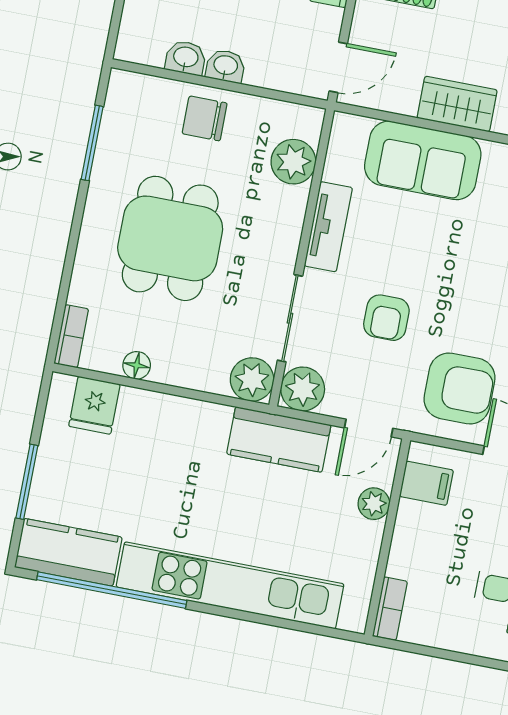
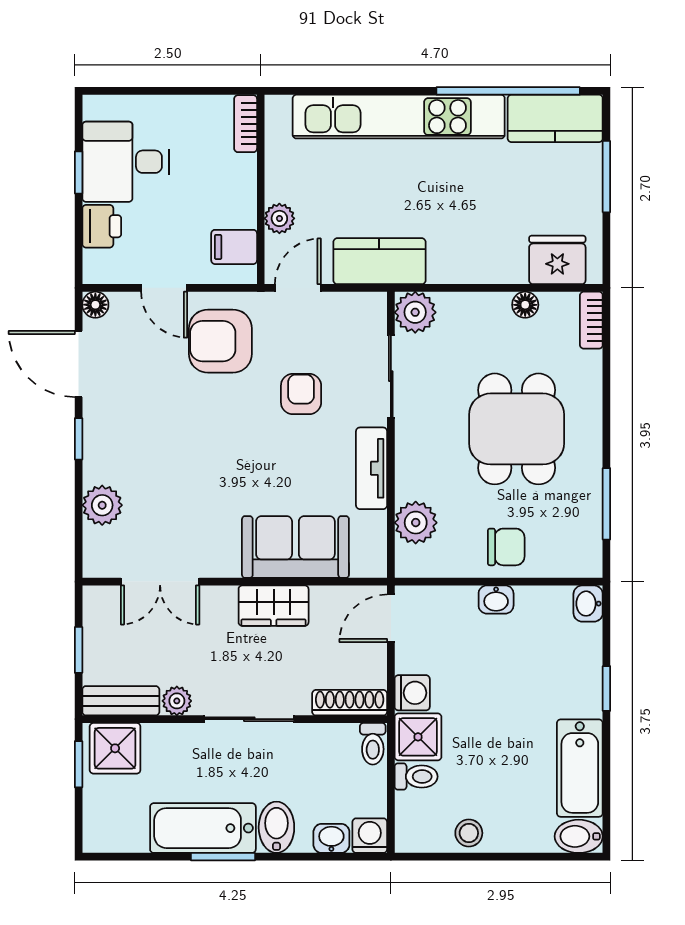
washbasin: (186, 58) -> (588, 604), moved, turned 90
plant: (303, 389) -> (366, 312), removed
fridge: (94, 405) -> (557, 260), width x1.38

